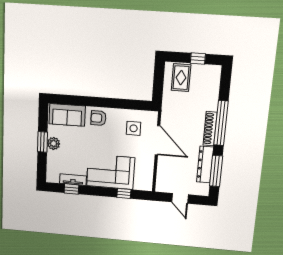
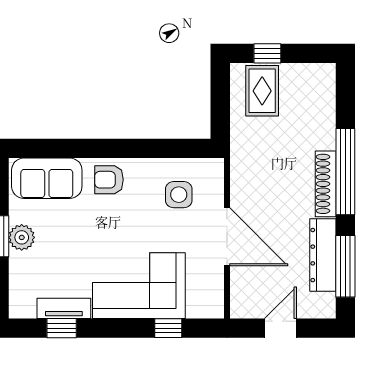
window: (198, 59) -> (267, 53), moved
door: (157, 140) -> (227, 237), moved
door: (180, 198) -> (280, 328), swing flipped

